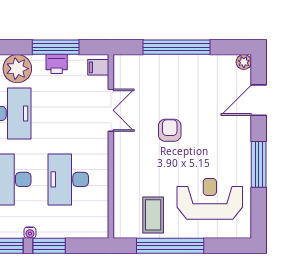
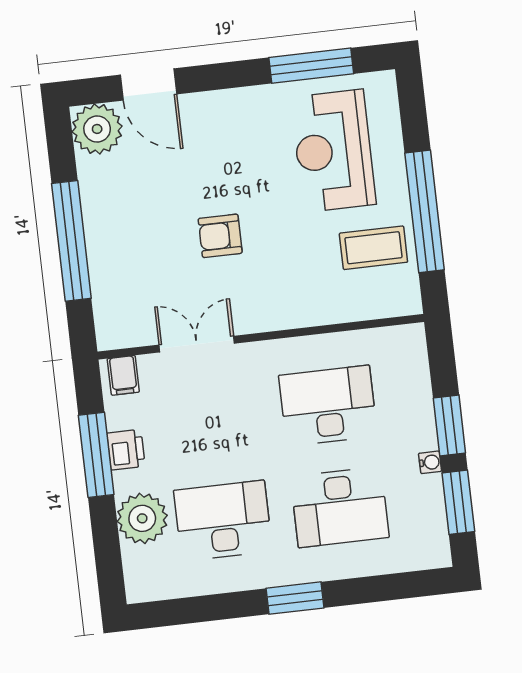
plant: (244, 62) -> (97, 129), width x1.87, depth x1.87
window: (259, 164) -> (311, 66), moved
desk: (68, 179) -> (328, 406), turned 180

